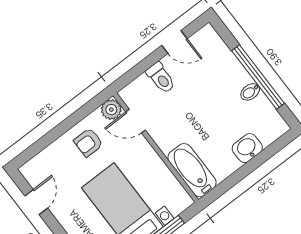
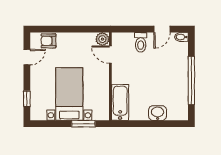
door: (174, 42) -> (162, 29), hinge flipped
bidet: (250, 92) -> (181, 37), moved
armchair: (88, 142) -> (49, 41), moved

